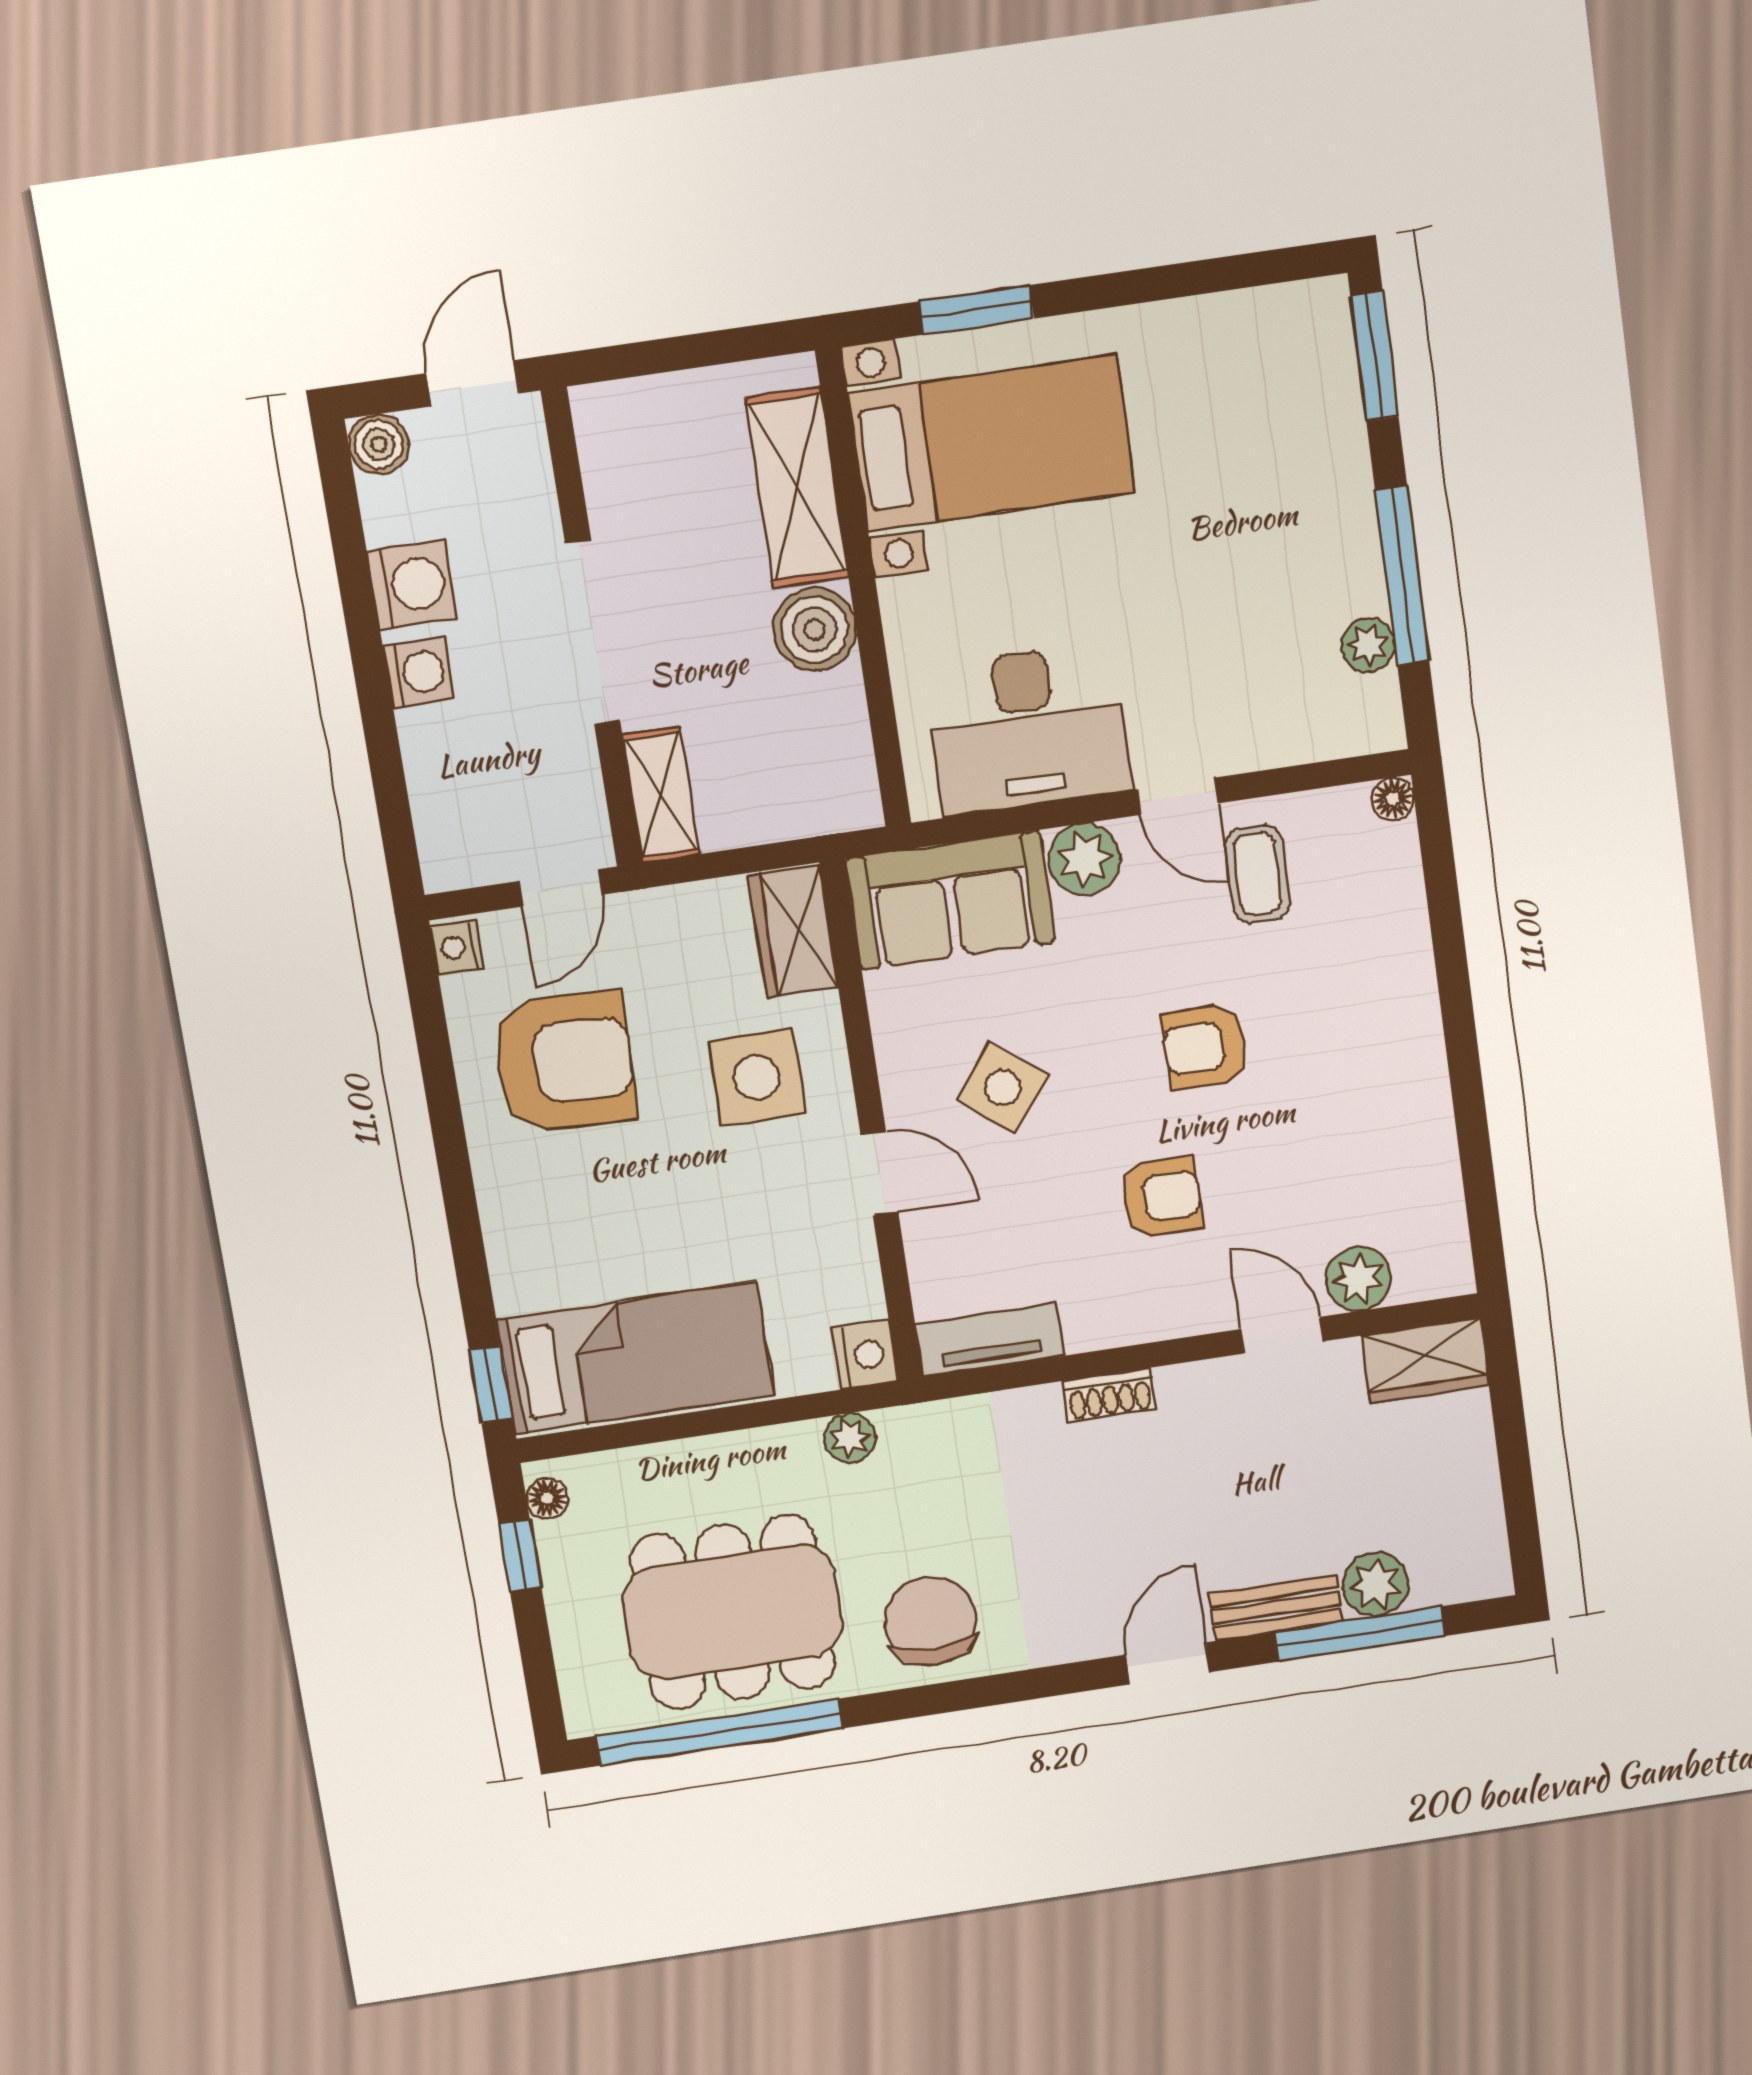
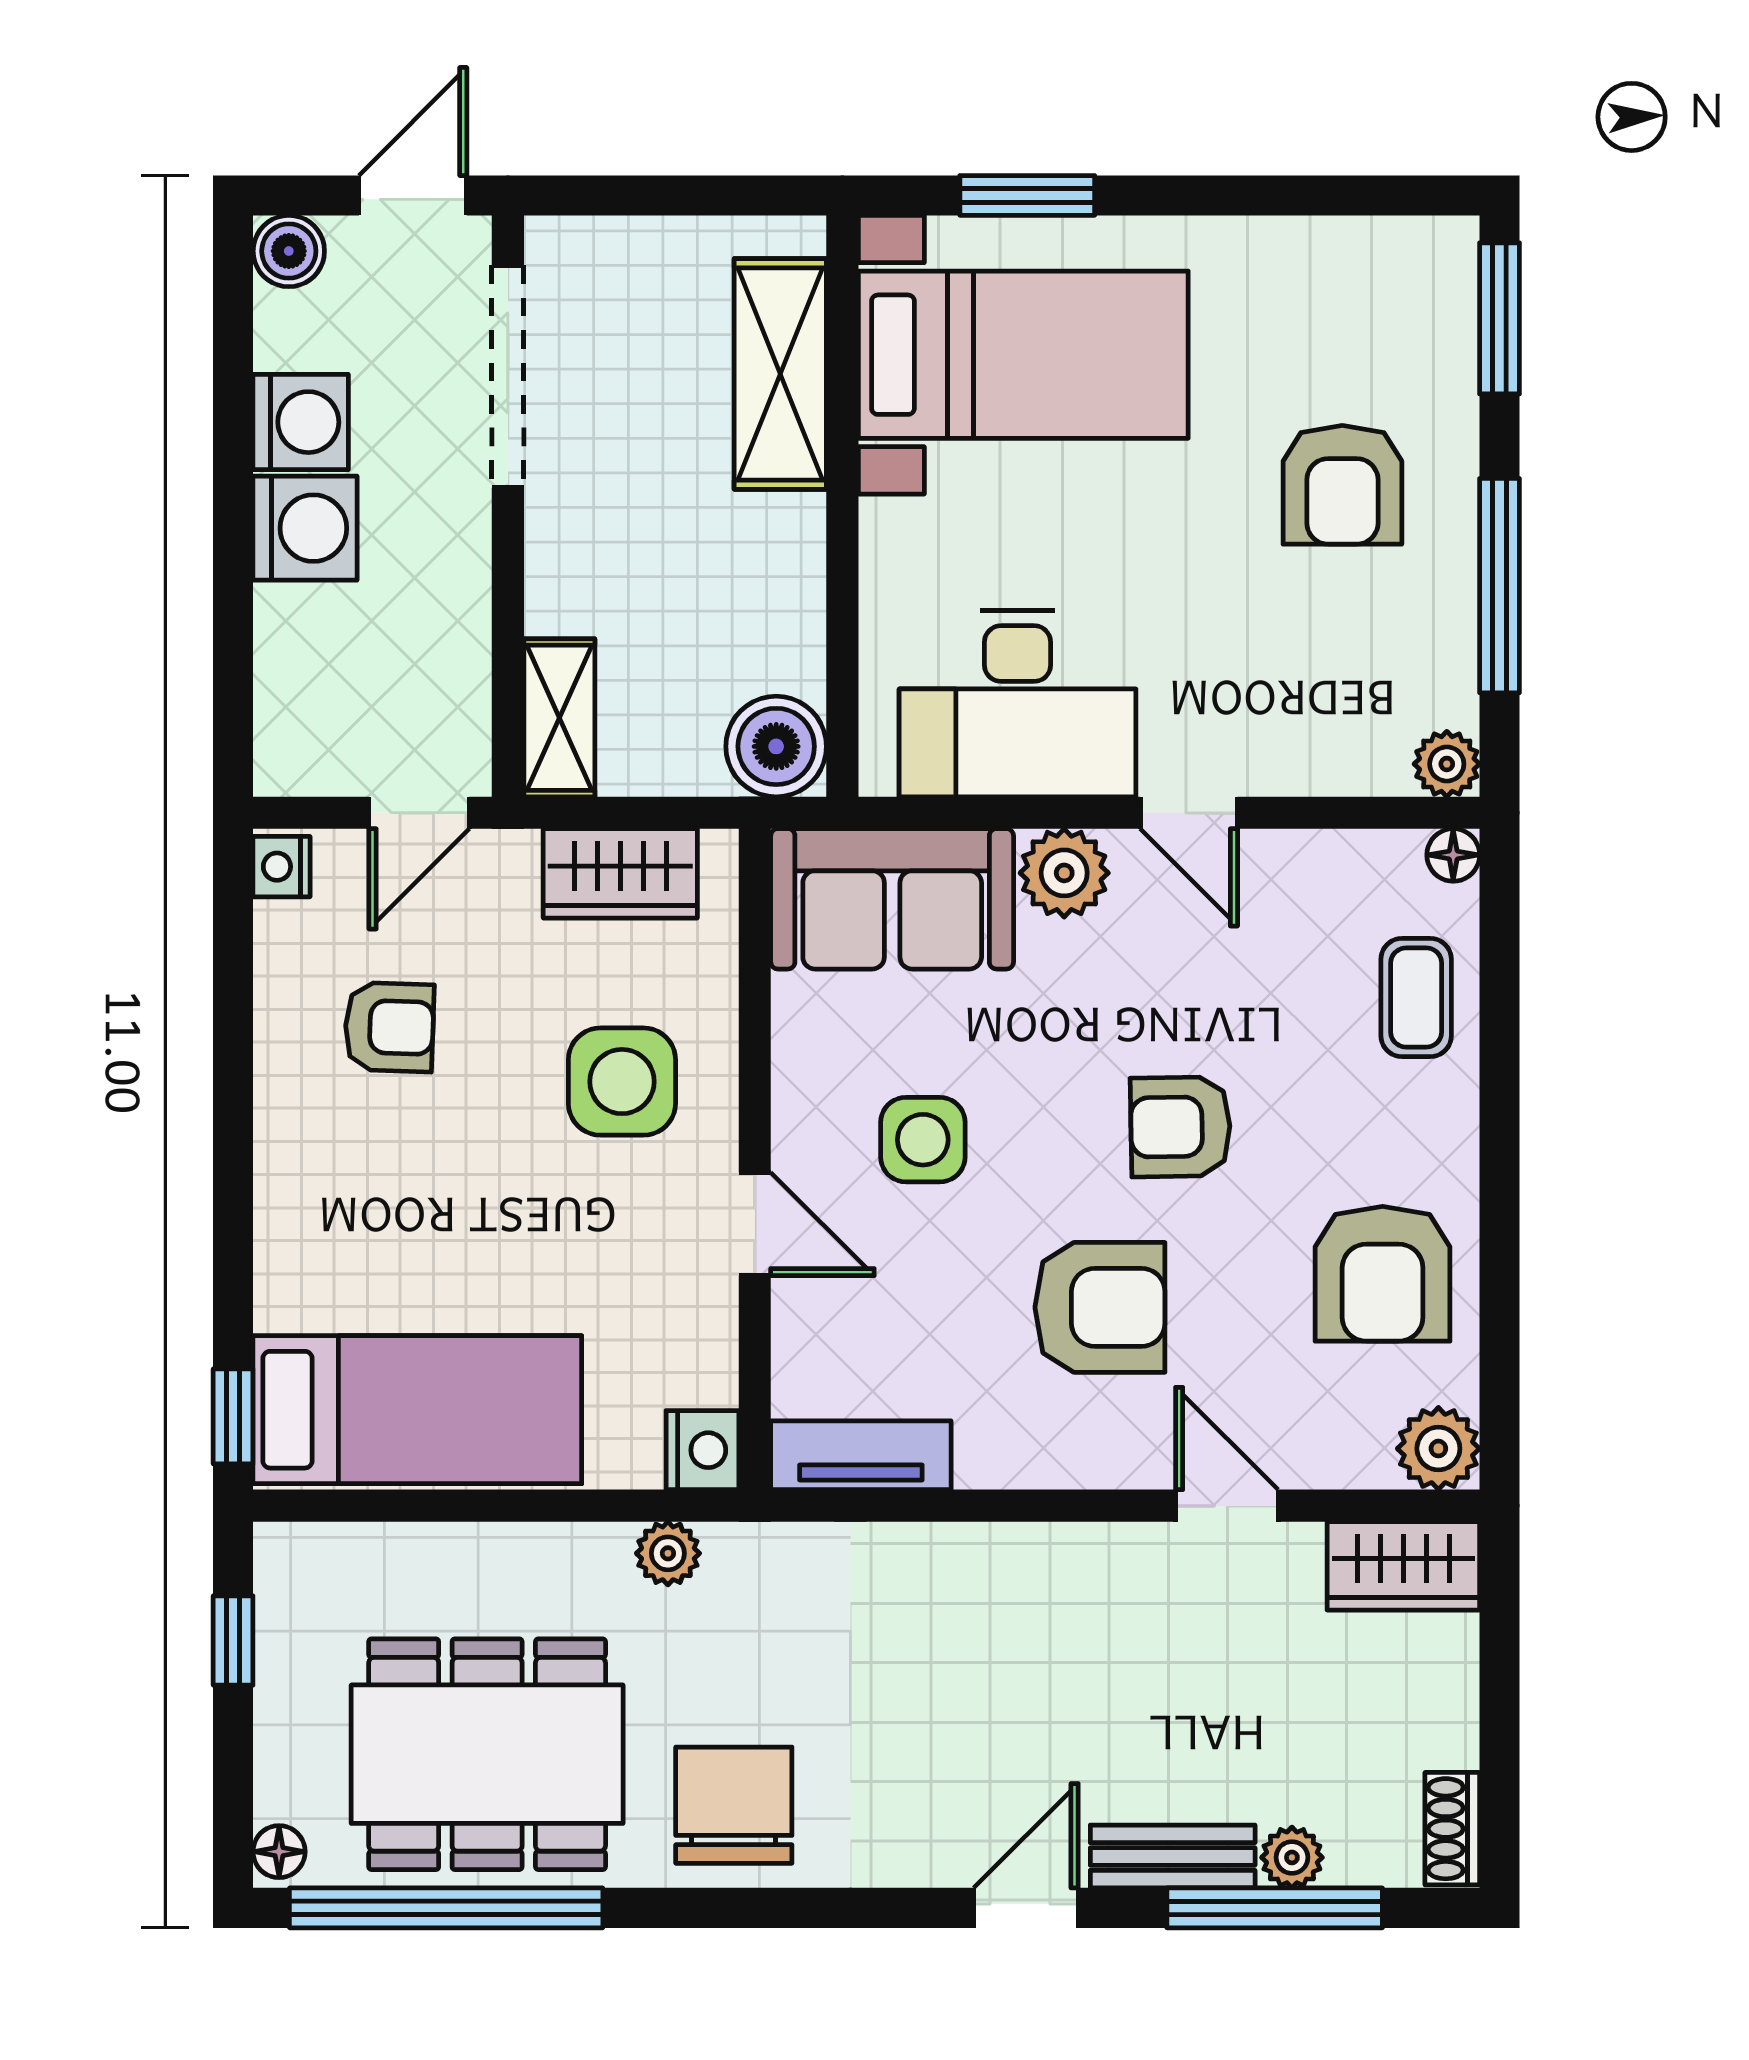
armchair: (1265, 512) -> (1342, 485), added
boiler: (815, 629) -> (776, 746), moved
doorway: (593, 633) -> (508, 377), moved
plant: (1368, 645) -> (1447, 764), moved
washing machine: (419, 673) -> (305, 528), width x1.38, depth x1.38
coffee table: (1257, 874) -> (1416, 997), moved
wardrobe: (793, 932) -> (620, 873), moved, turned -90
armchair: (564, 1062) -> (389, 1027), width x0.53, depth x0.53
side table: (1003, 1087) -> (923, 1140), turned -38
armchair: (1380, 1138) -> (1383, 1274), added
armchair: (1161, 1197) -> (1100, 1307), width x1.38, depth x1.38
plant: (1358, 1279) -> (1438, 1449), moved
shoe rack: (1109, 1395) -> (1452, 1829), moved, turned 90
floor lamp: (547, 1498) -> (279, 1852), moved
plant: (1376, 1584) -> (1292, 1857), width x0.73, depth x0.73

